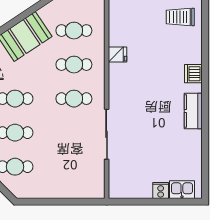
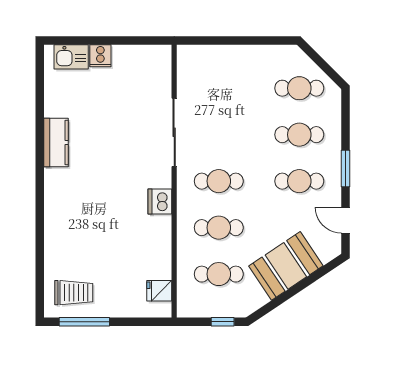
fridge: (118, 55) -> (159, 291), moved
dishwasher: (193, 74) -> (160, 201), moved, turned 180
kitchen counter: (193, 111) -> (56, 142), moved

